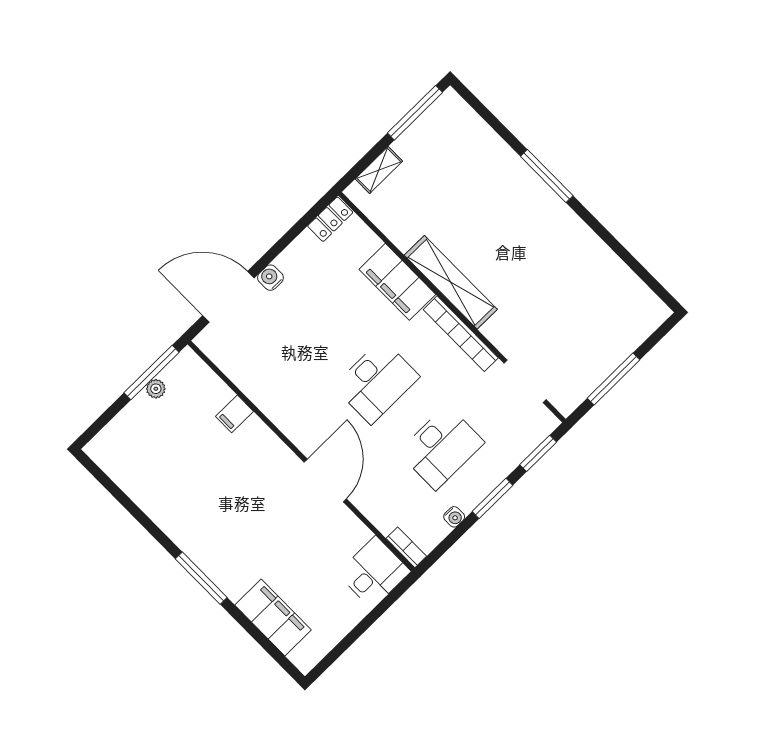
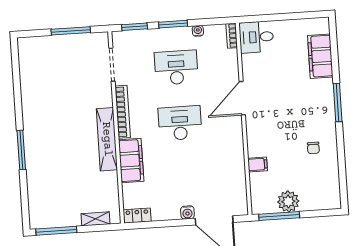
plant: (156, 389) -> (288, 201), width x1.87, depth x1.87
chair: (182, 495) -> (313, 148), added

